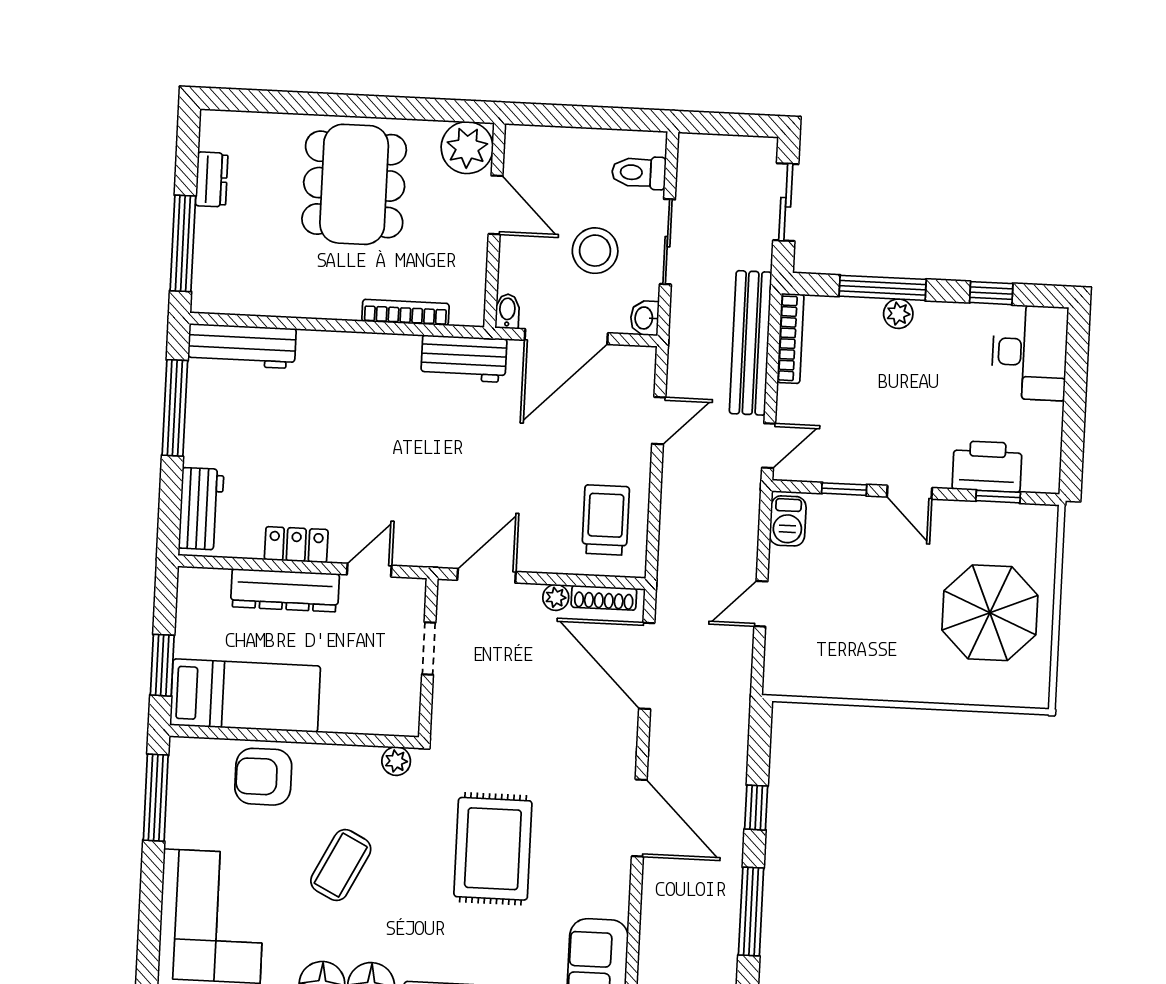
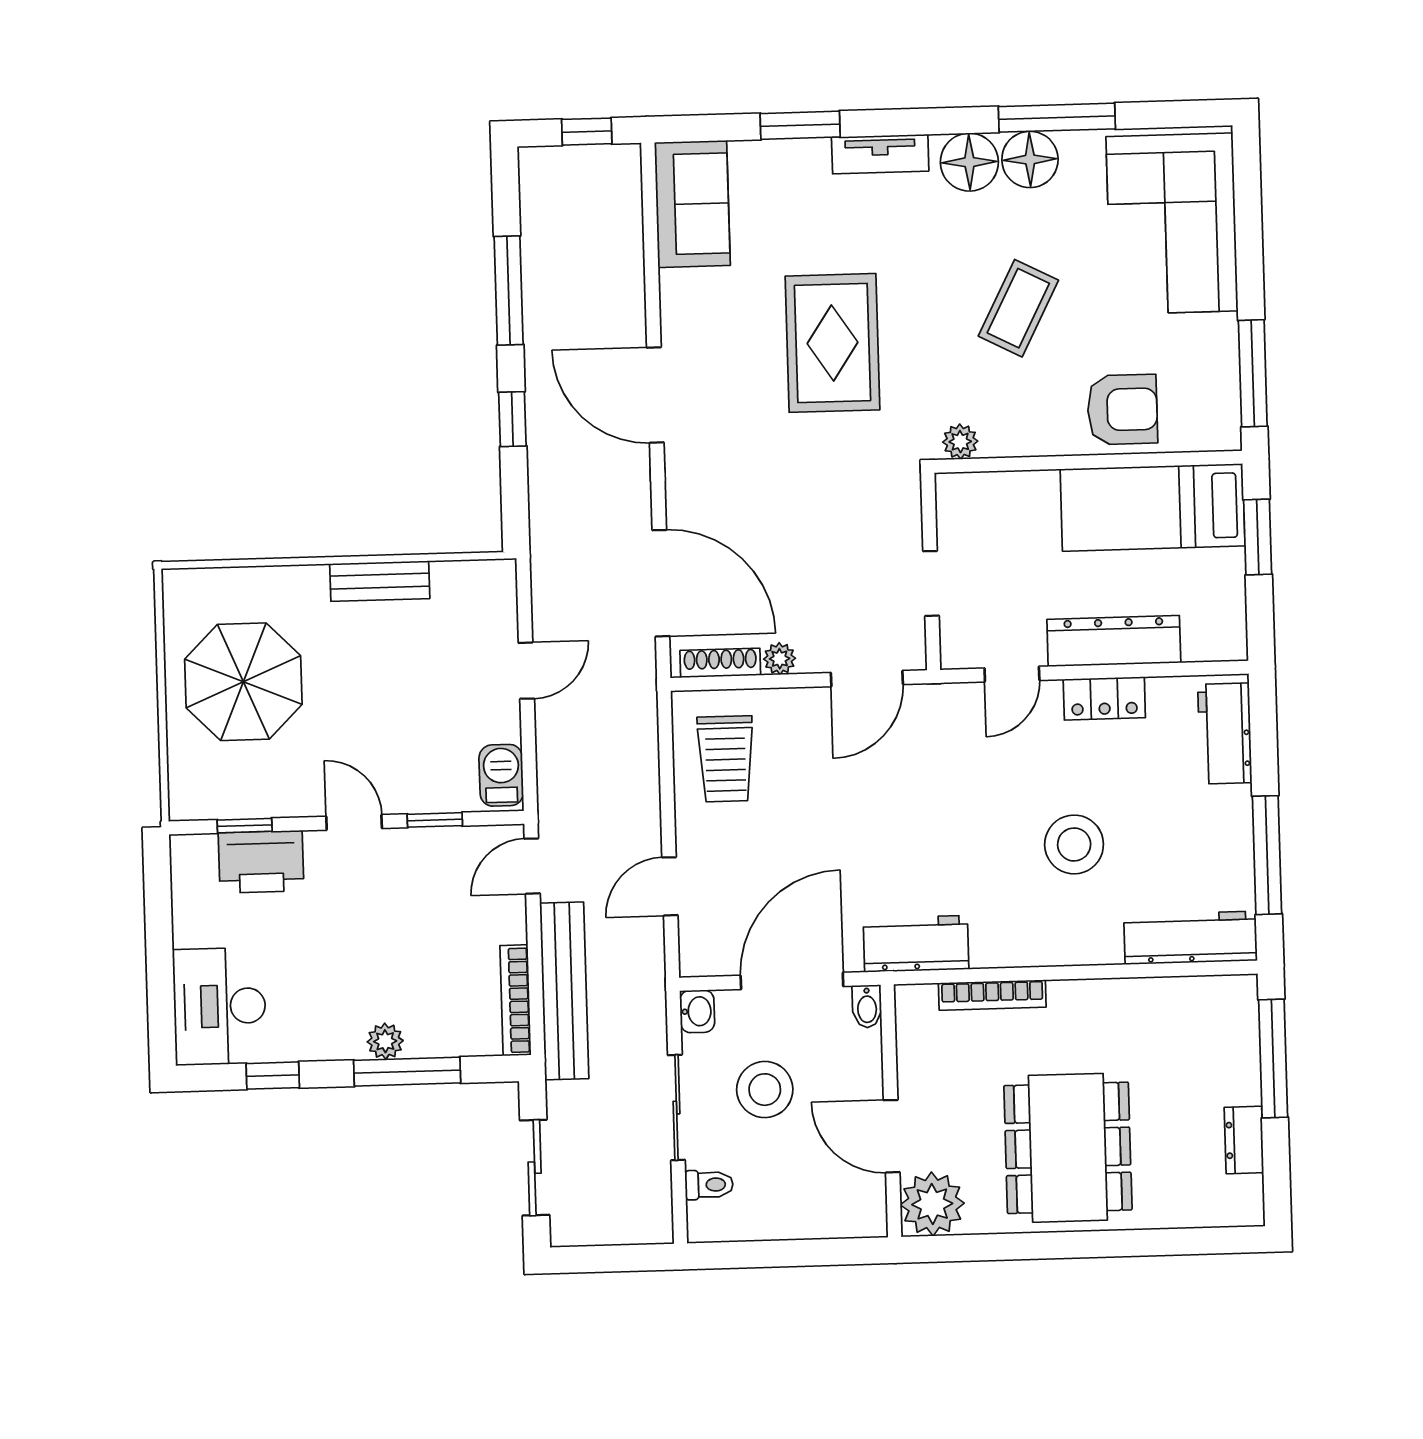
toilet: (639, 173) -> (709, 1185), width x0.73, depth x0.72
stool: (330, 429) -> (1074, 844), added
bench: (873, 685) -> (380, 581), added

